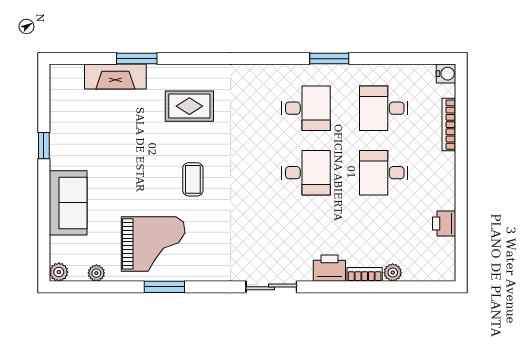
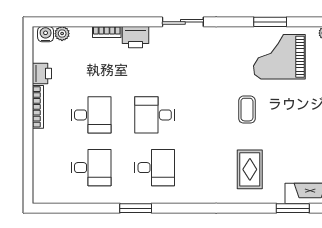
water cooler: (446, 74) -> (46, 34), moved, turned 90
rug: (189, 106) -> (250, 169), turned 90
desk: (306, 108) -> (155, 168), turned 180
bookcase: (449, 125) -> (38, 107), moved
plant: (393, 273) -> (62, 34), moved

